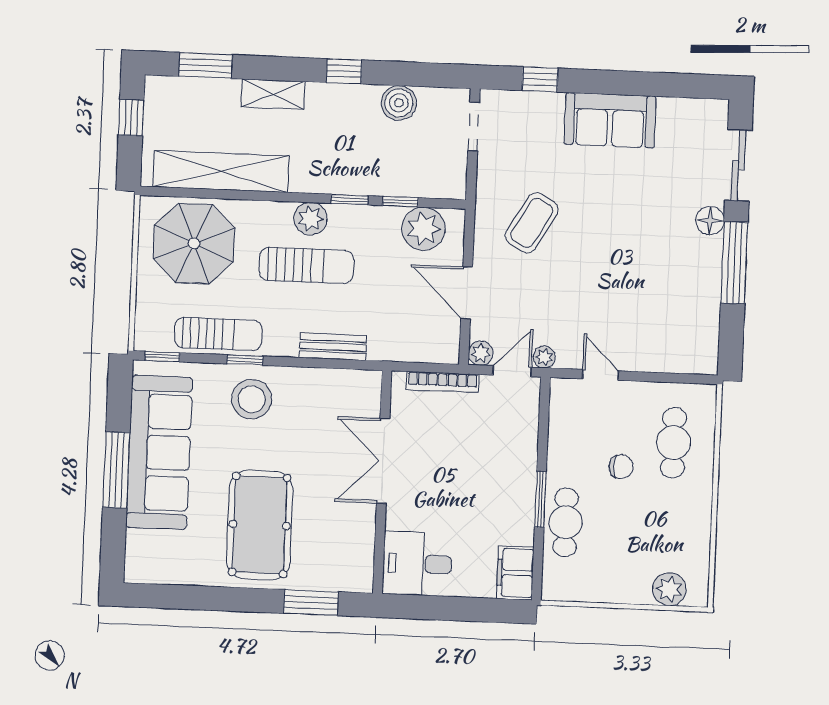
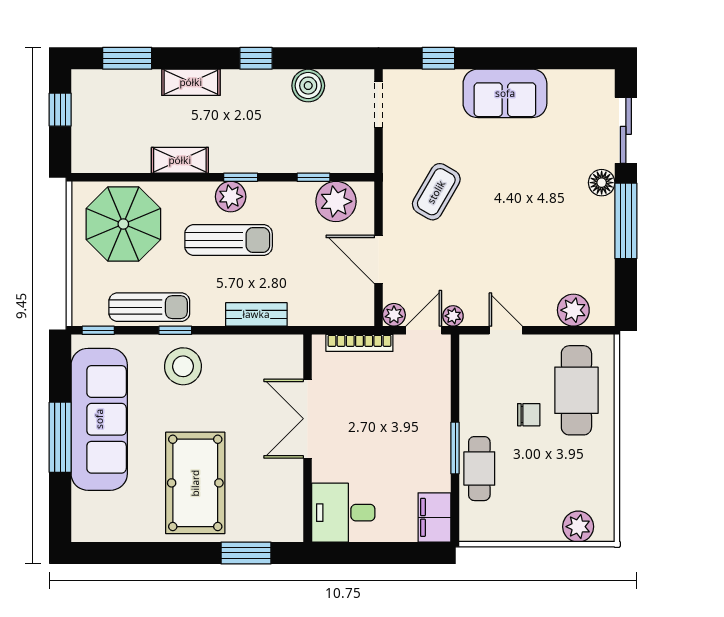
shelving: (221, 171) -> (180, 160), width x0.45, depth x0.75
window: (349, 200) -> (241, 177), moved
plant: (674, 356) -> (573, 310), added
cafe table: (674, 443) -> (576, 390), width x1.37, depth x1.35

